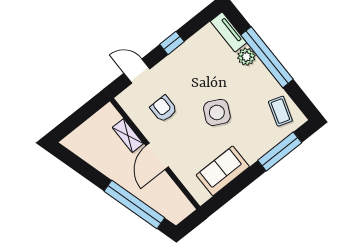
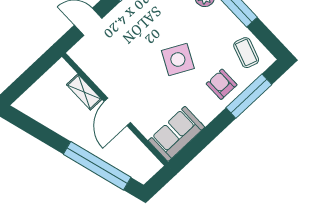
armchair: (164, 109) -> (222, 84), moved
sofa: (223, 171) -> (177, 134), moved

